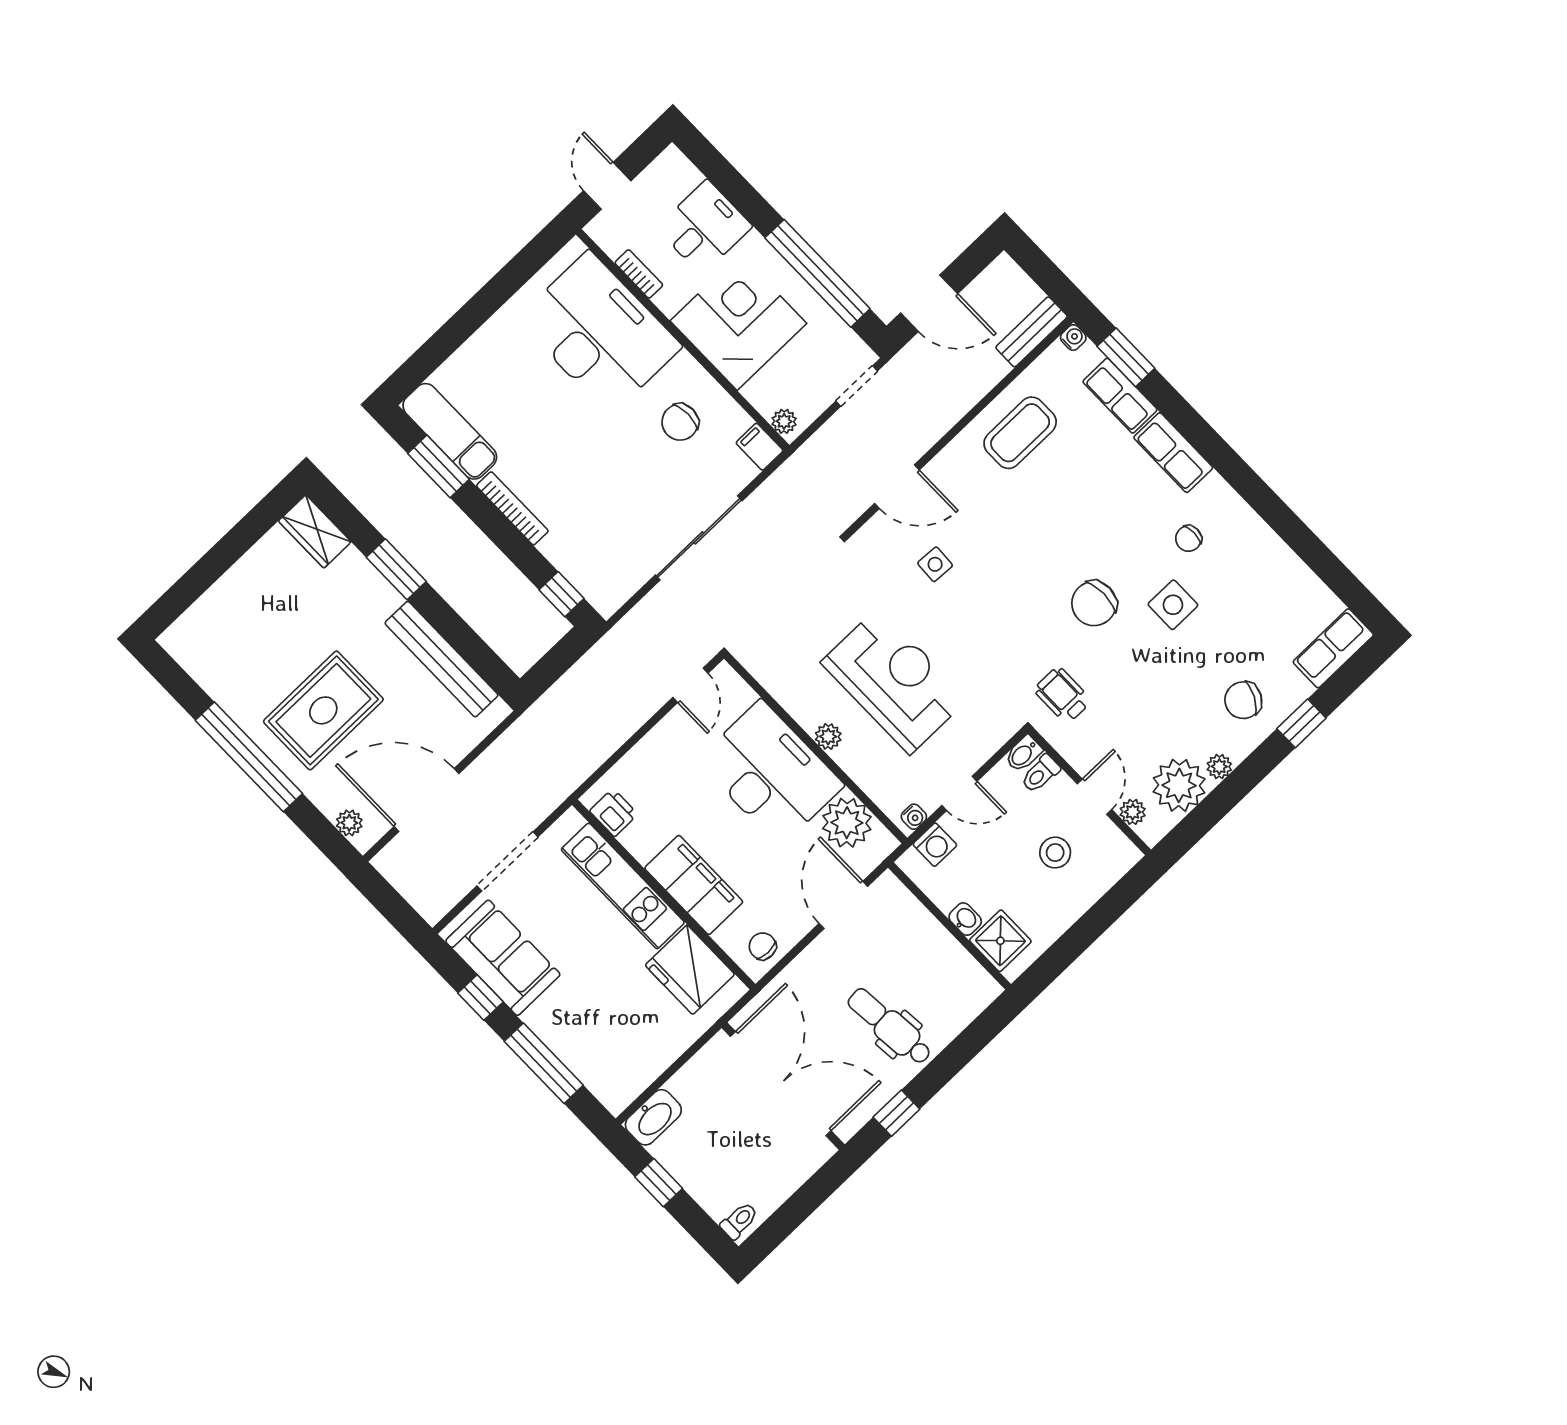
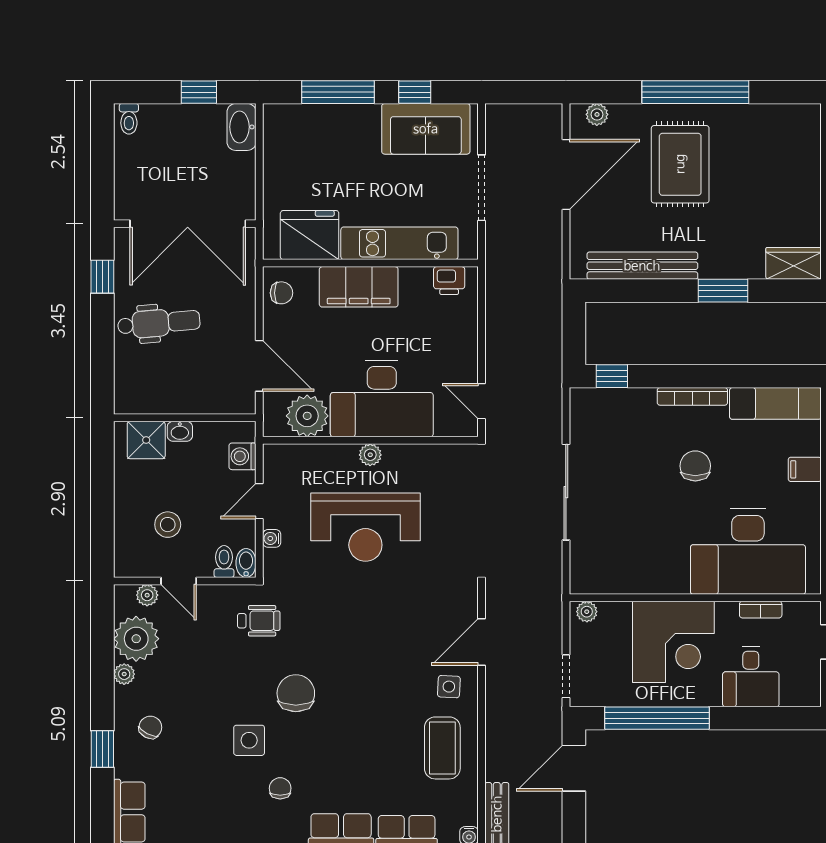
chair: (680, 422) -> (695, 466), moved
filing cabinet: (760, 447) -> (805, 469), moved, turned 180
window: (438, 466) -> (761, 376), removed
side table: (935, 564) -> (449, 687), moved
chair: (1243, 700) -> (150, 727), width x0.73, depth x0.73
water cooler: (914, 817) -> (272, 538), moved

